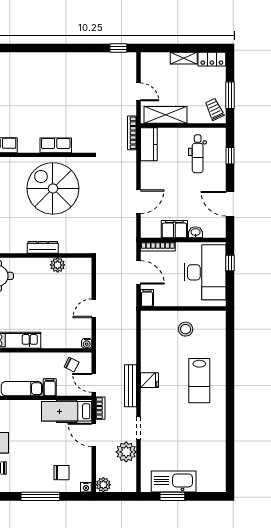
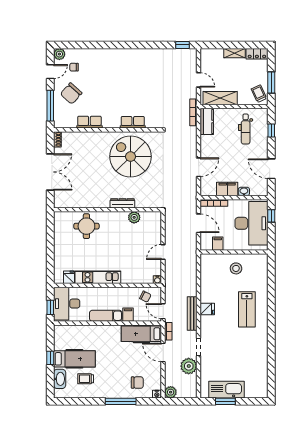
filing cabinet: (147, 298) -> (218, 244), moved

